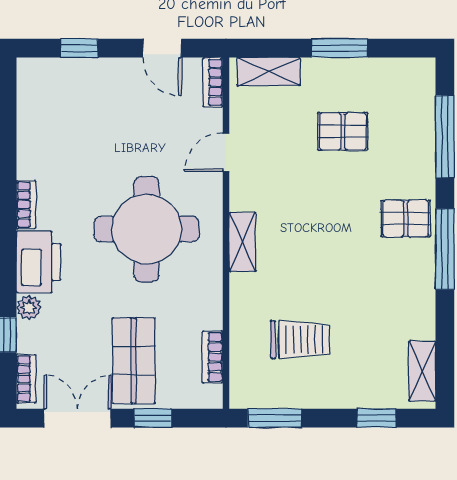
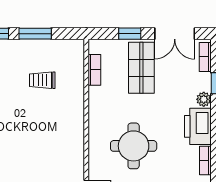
round table: (147, 229) -> (134, 146), width x0.73, depth x0.73
shelving: (242, 242) -> (77, 138), removed
trolley: (300, 340) -> (42, 80), width x0.73, depth x0.72
window: (275, 418) -> (35, 34), moved

